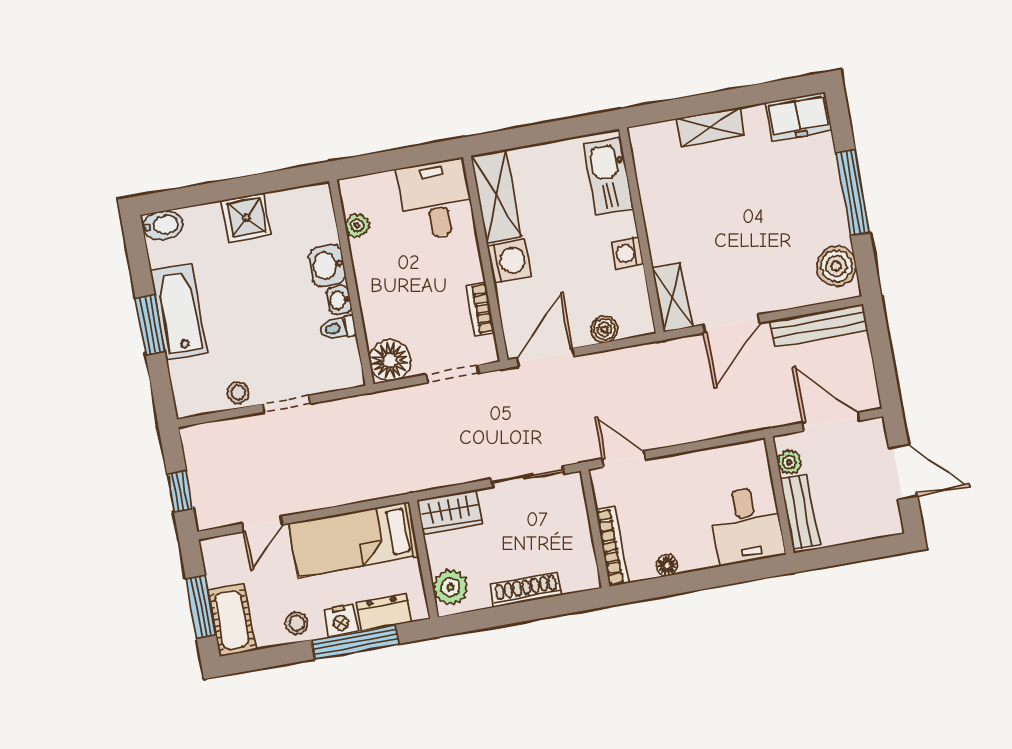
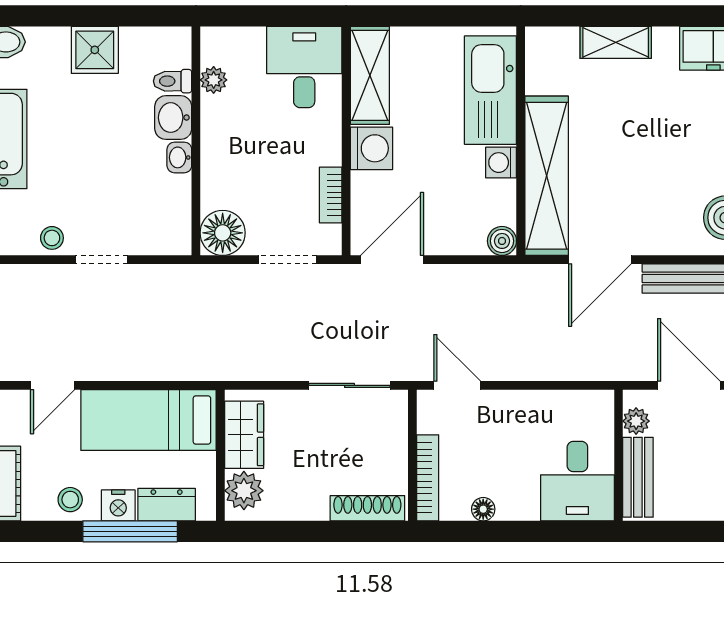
kitchen sink: (608, 176) -> (490, 90), width x1.36, depth x1.24
shelving: (672, 297) -> (547, 176), width x2.20, depth x1.33
toilet: (338, 328) -> (173, 81), moved
boiler: (604, 329) -> (502, 241), moved
wardrobe: (450, 512) -> (244, 435), moved, turned -90
shoe rack: (526, 590) -> (367, 508), moved

